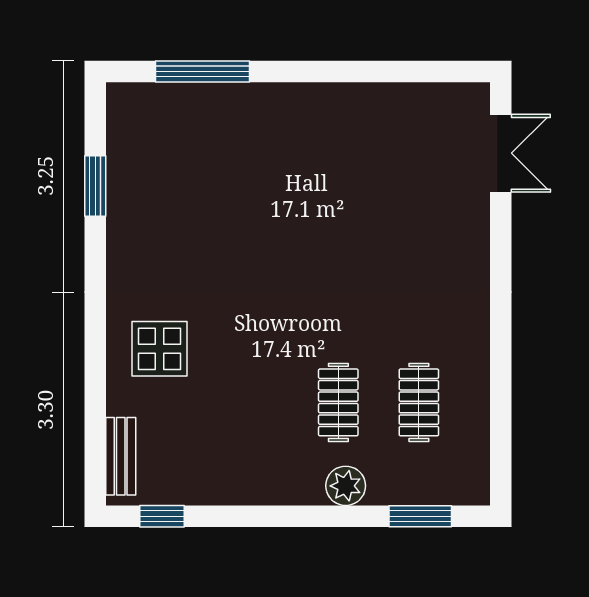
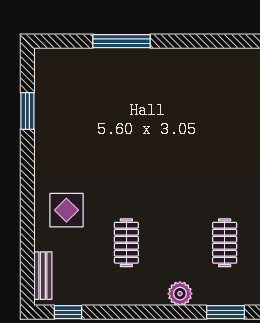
window: (202, 72) -> (121, 41), moved
clothes rail: (338, 402) -> (126, 243), moved

